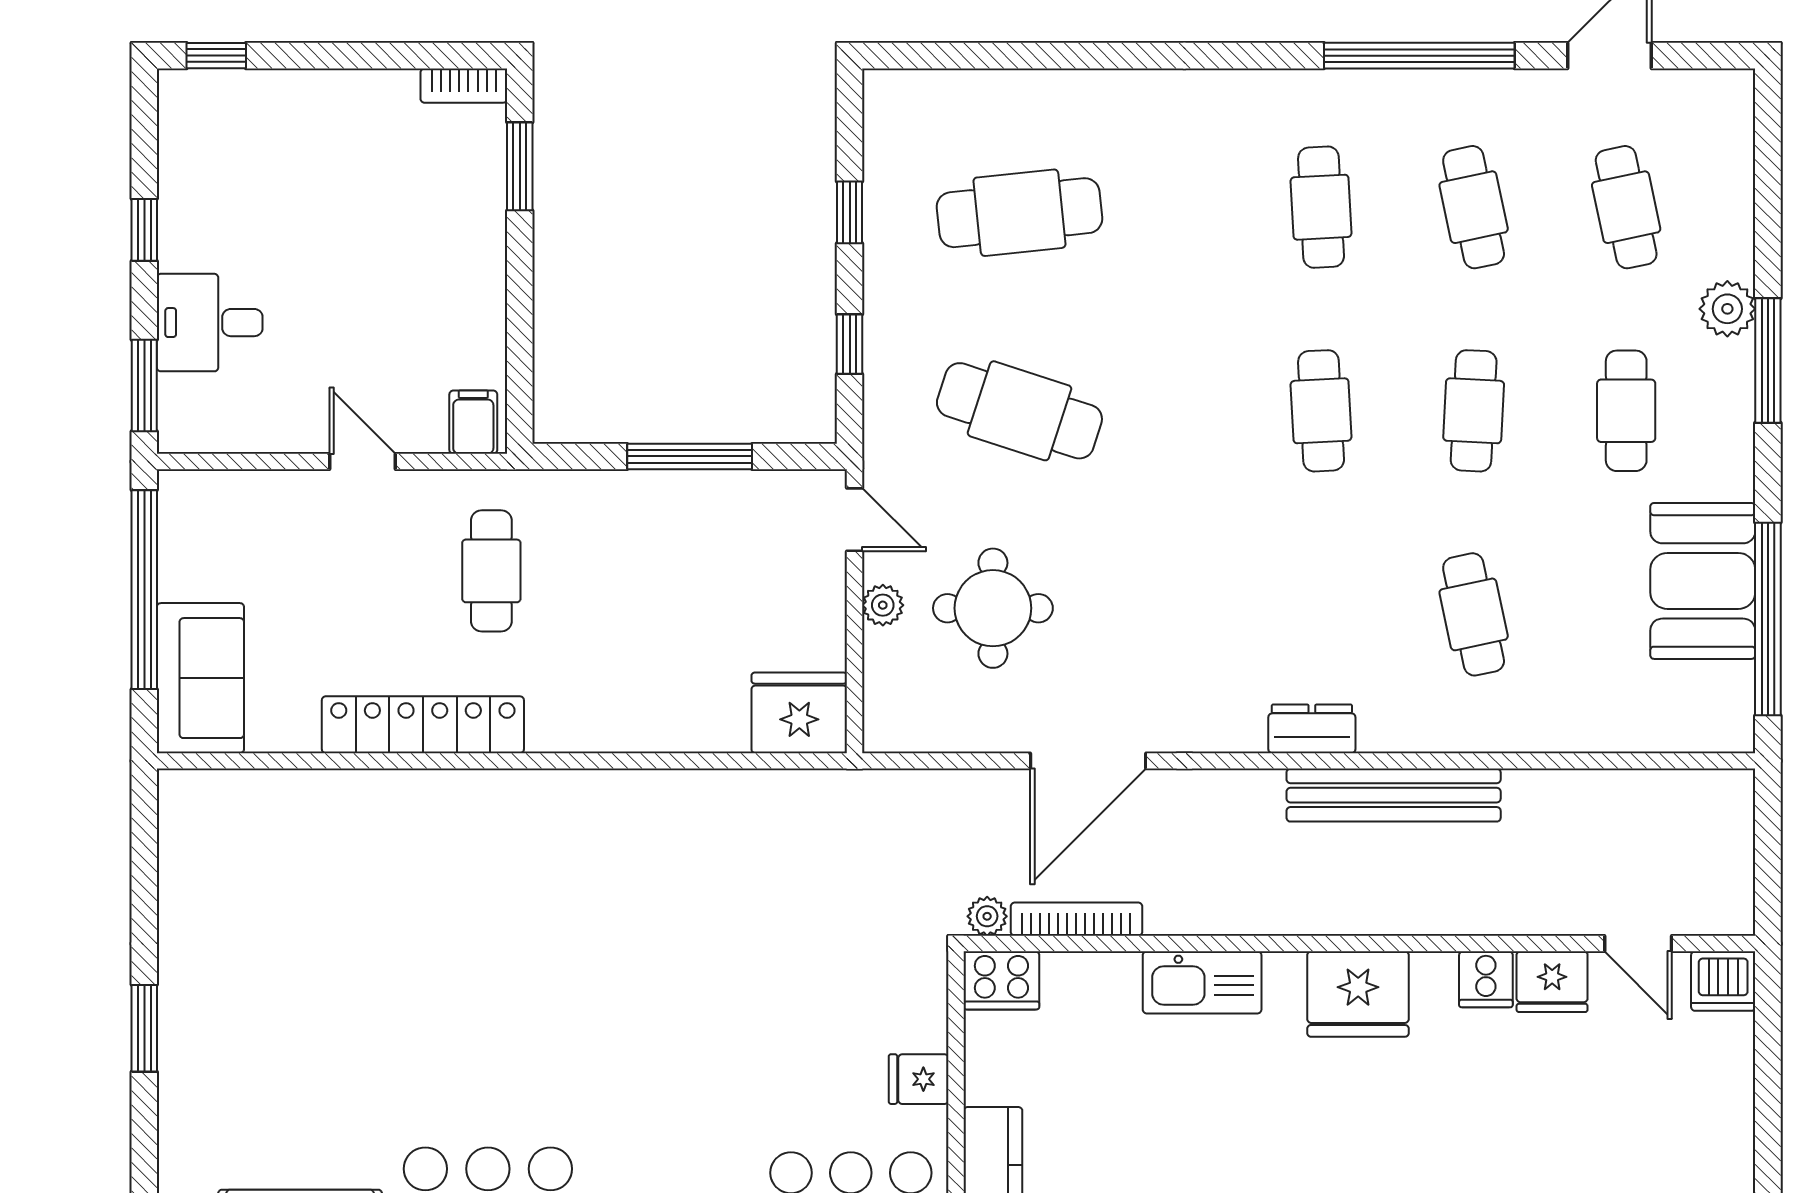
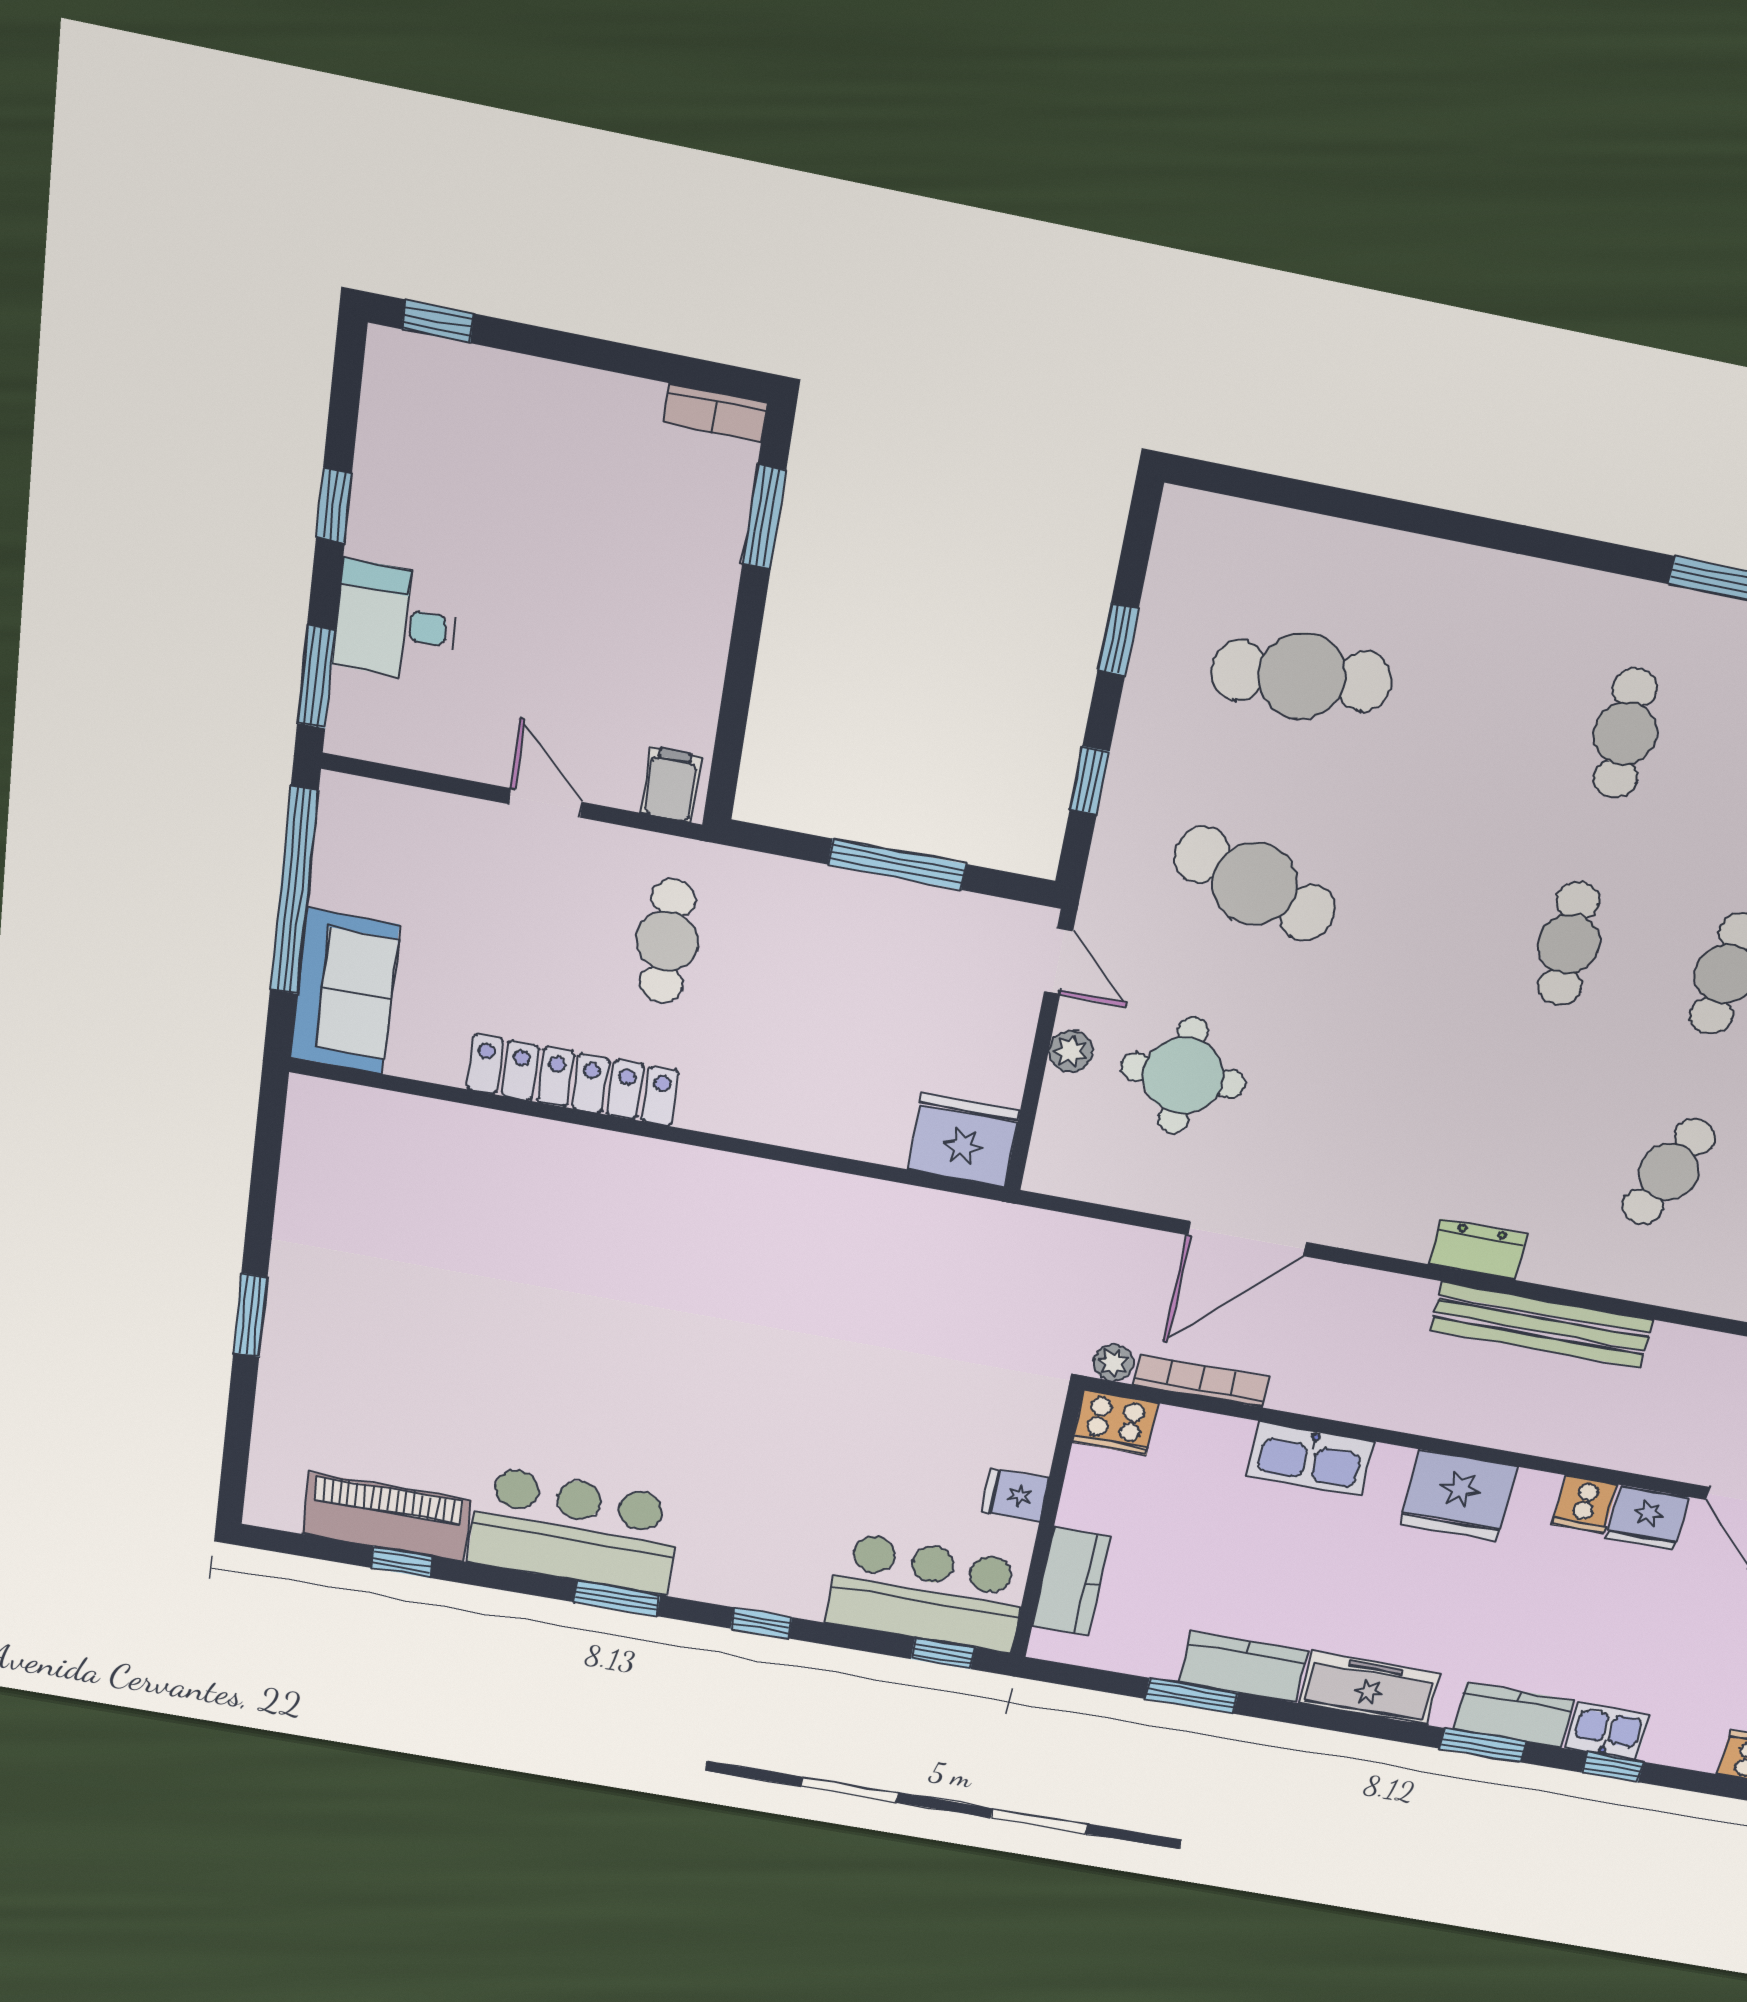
cafe table: (1474, 614) -> (1669, 1172), turned 33

